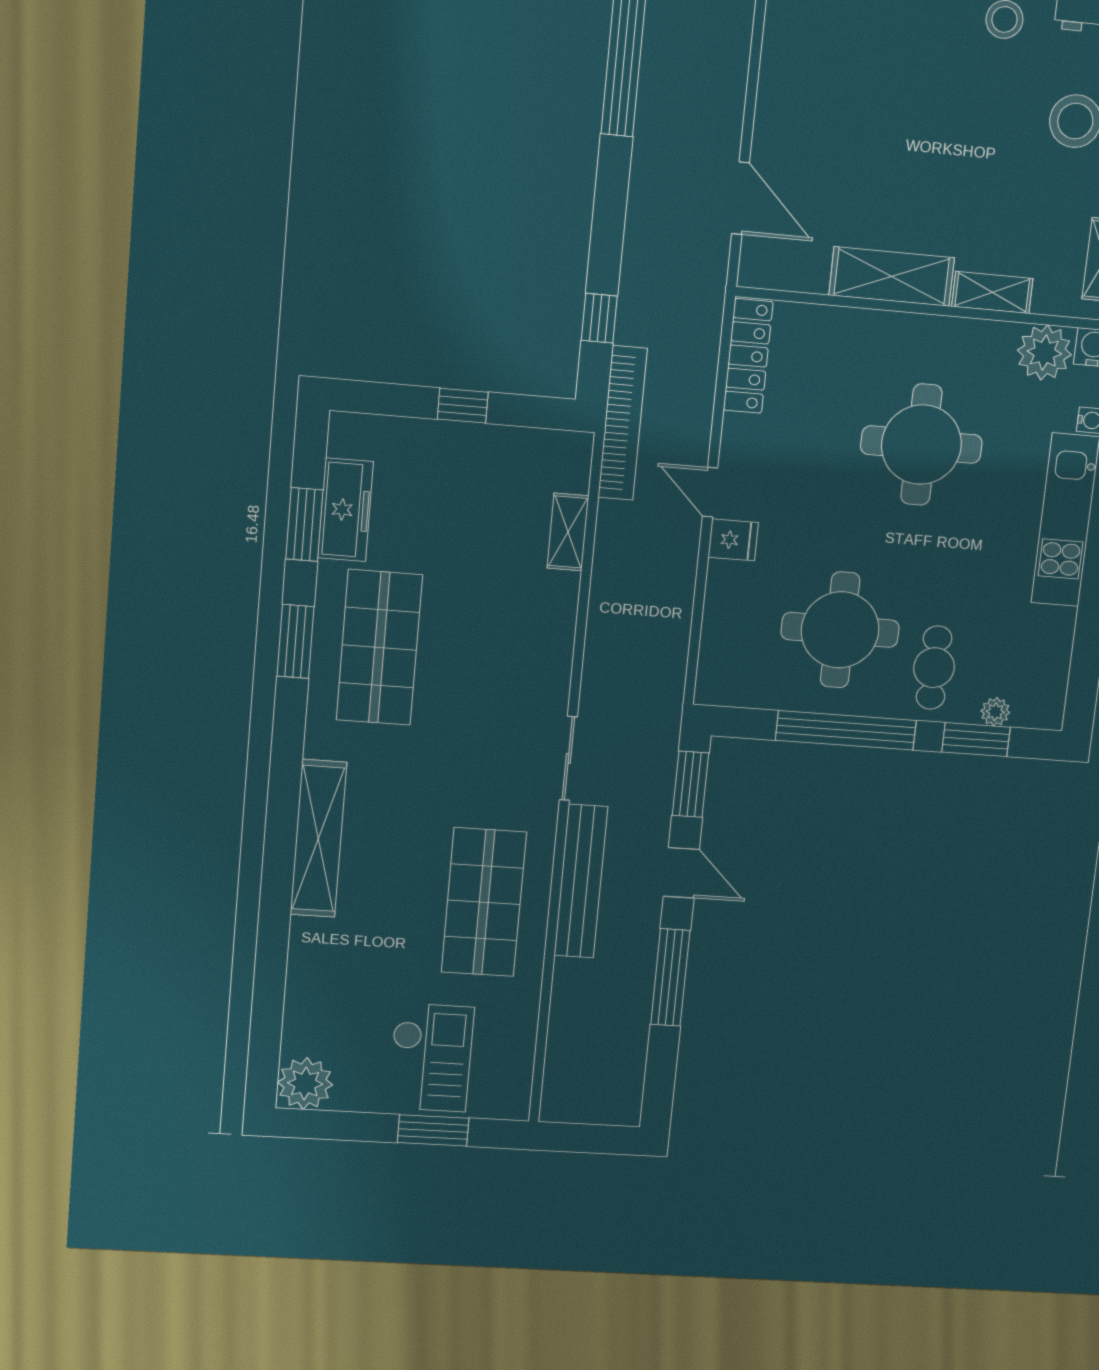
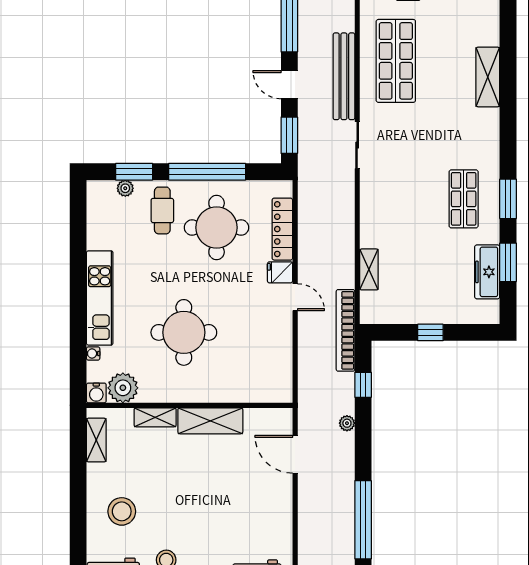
plant: (637, 248) -> (347, 423), added
locker: (748, 356) -> (282, 229), moved
shop shelf: (379, 647) -> (464, 199), width x0.70, depth x0.74
shelving: (318, 839) -> (488, 77), width x0.68

